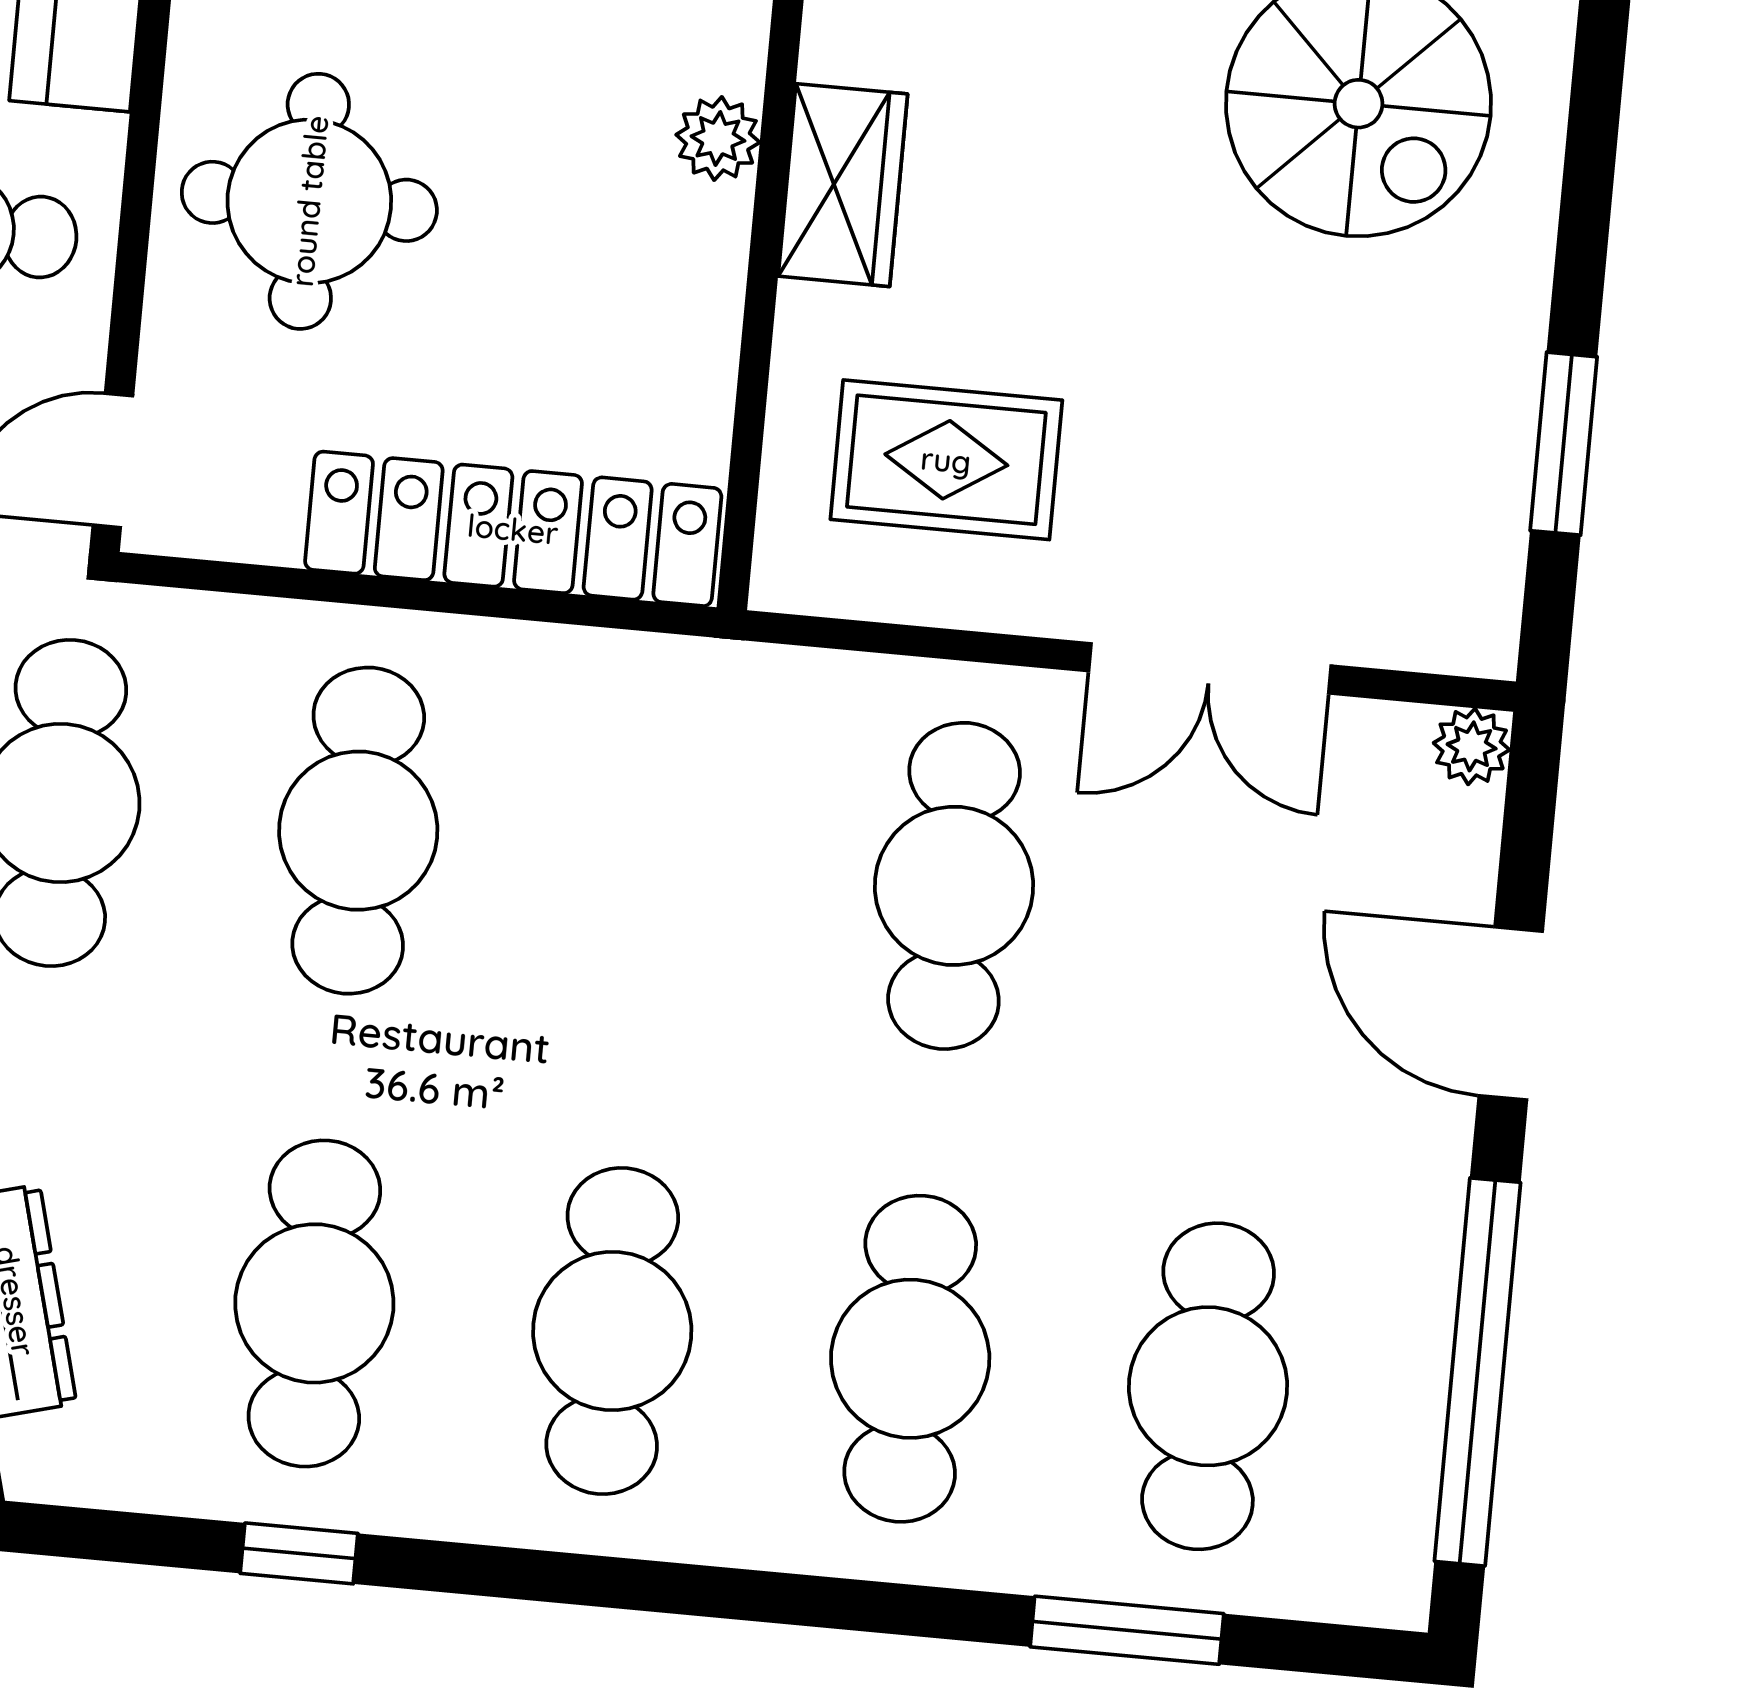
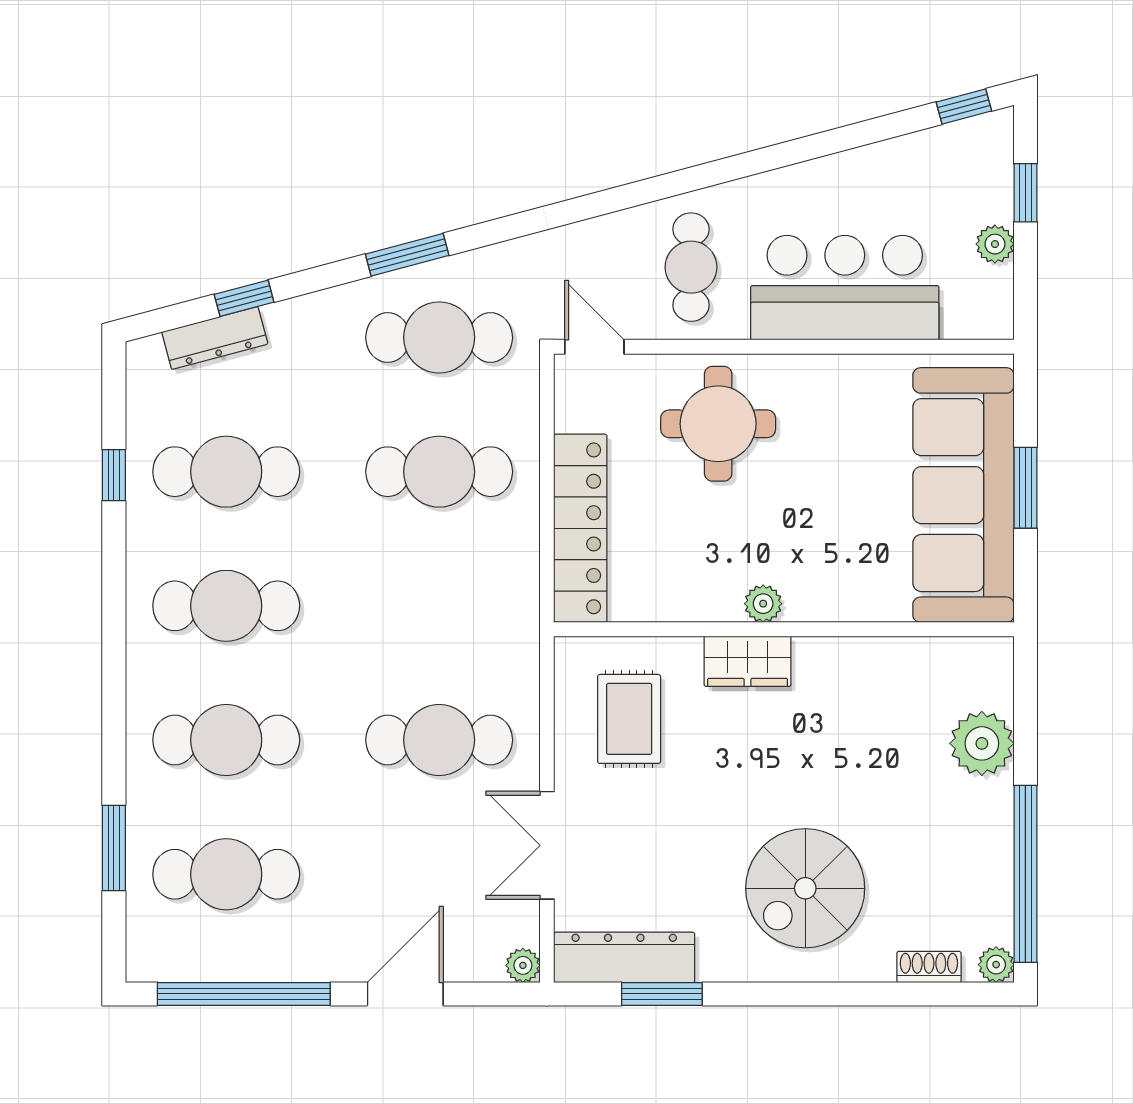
dresser: (1475, 520) -> (624, 957), added

